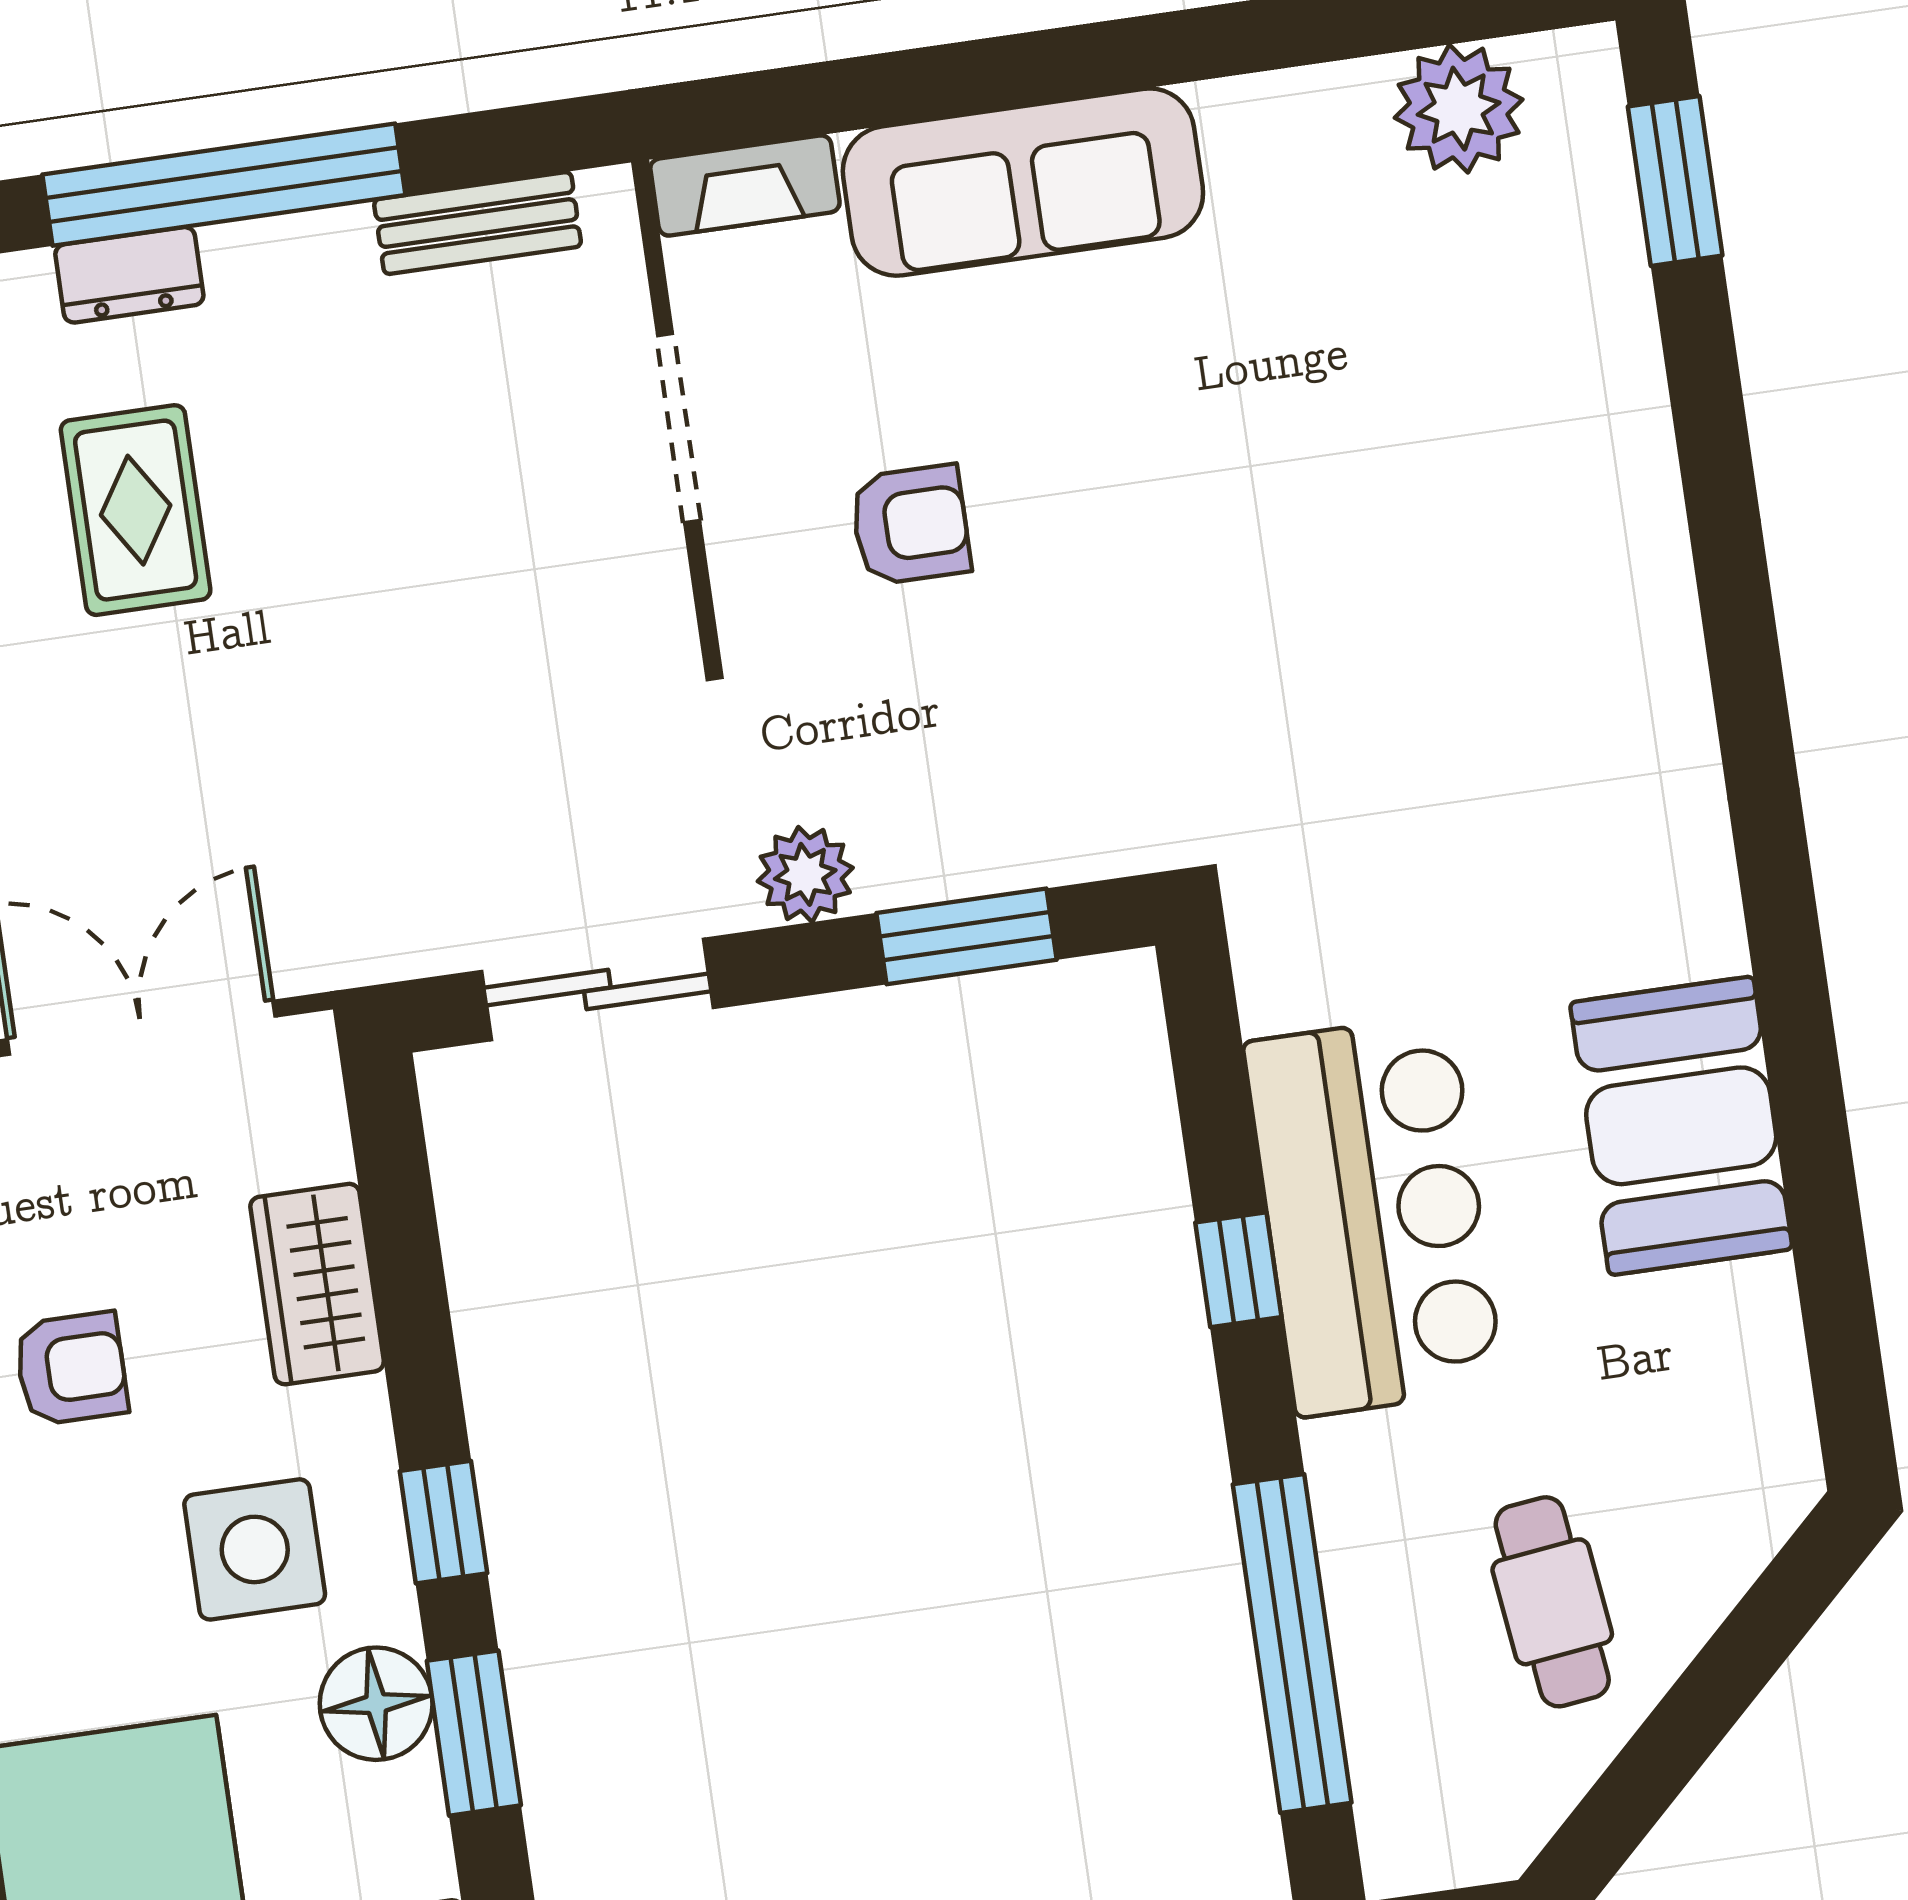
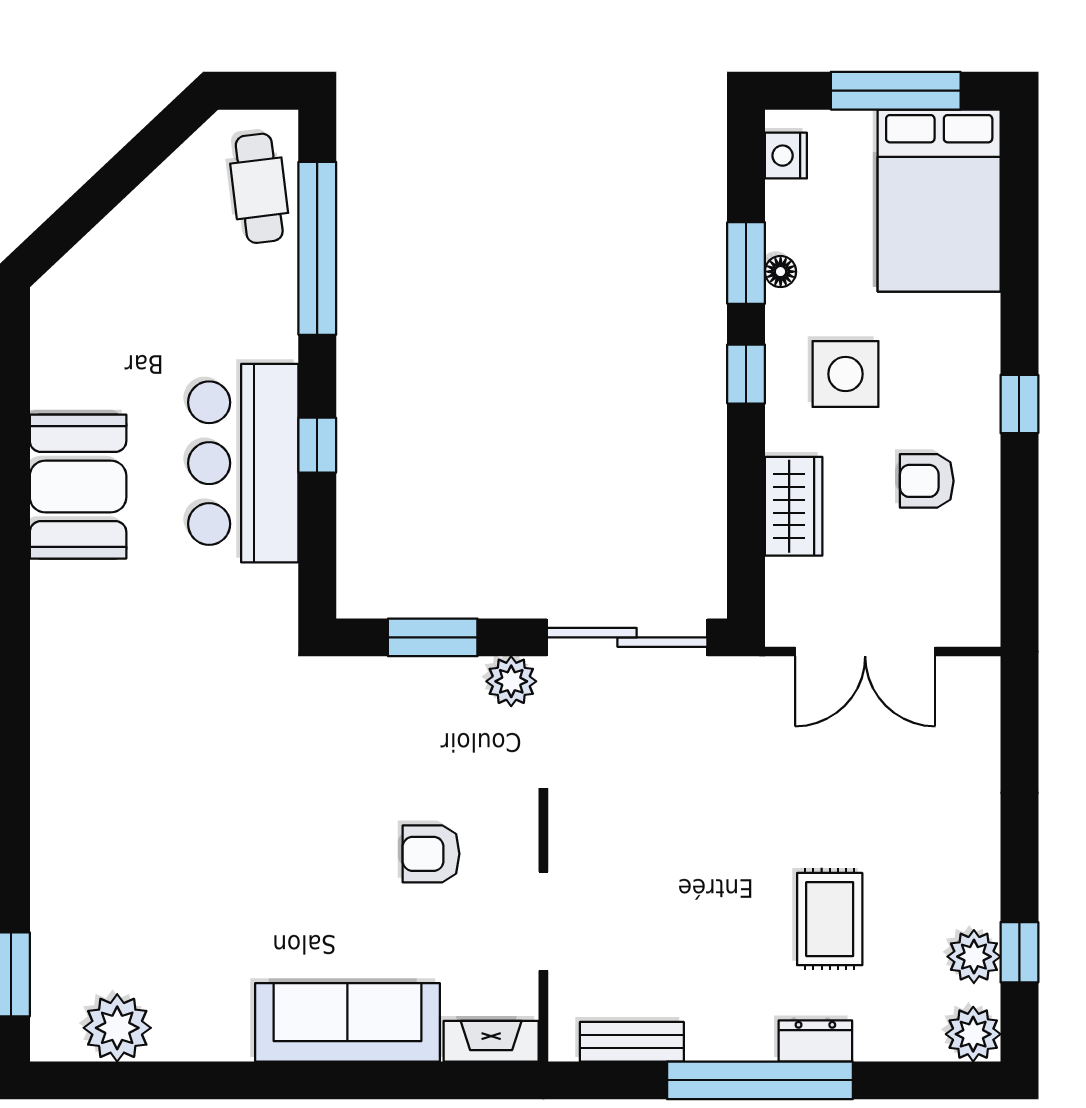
sliding door: (597, 990) -> (627, 637), width x1.37
cafe table: (1552, 1602) -> (259, 188), moved
floor lamp: (376, 1704) -> (781, 272), width x0.53, depth x0.53

